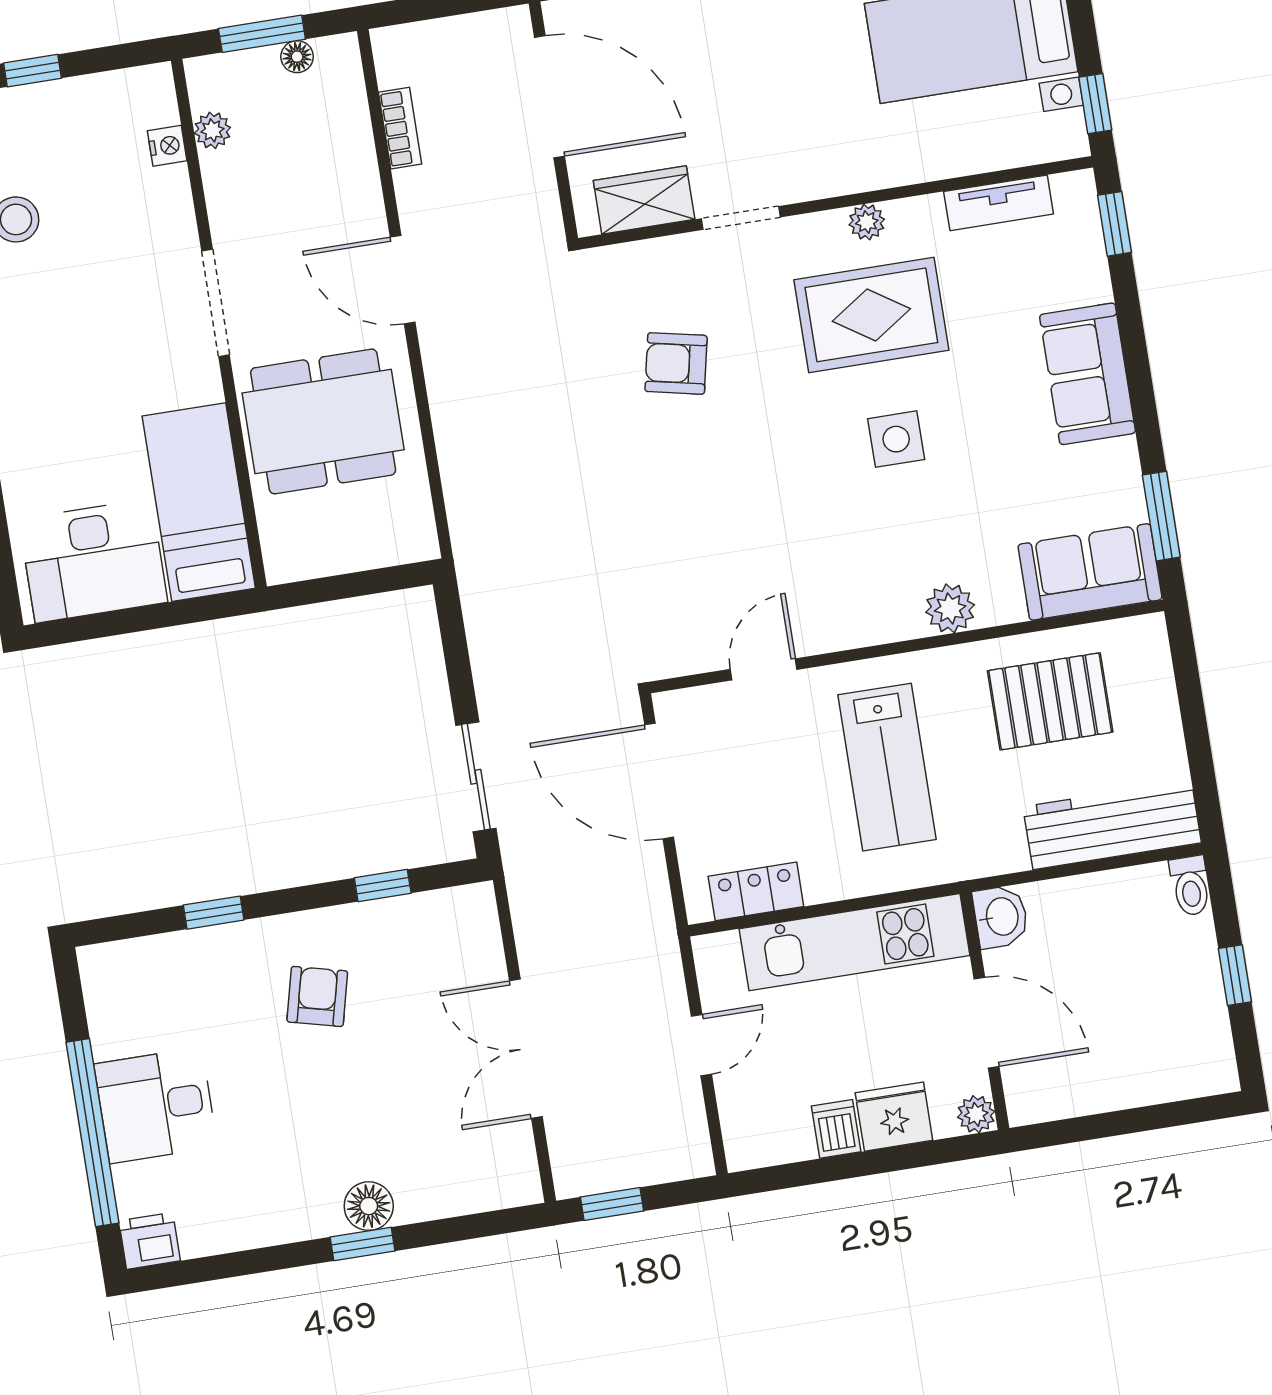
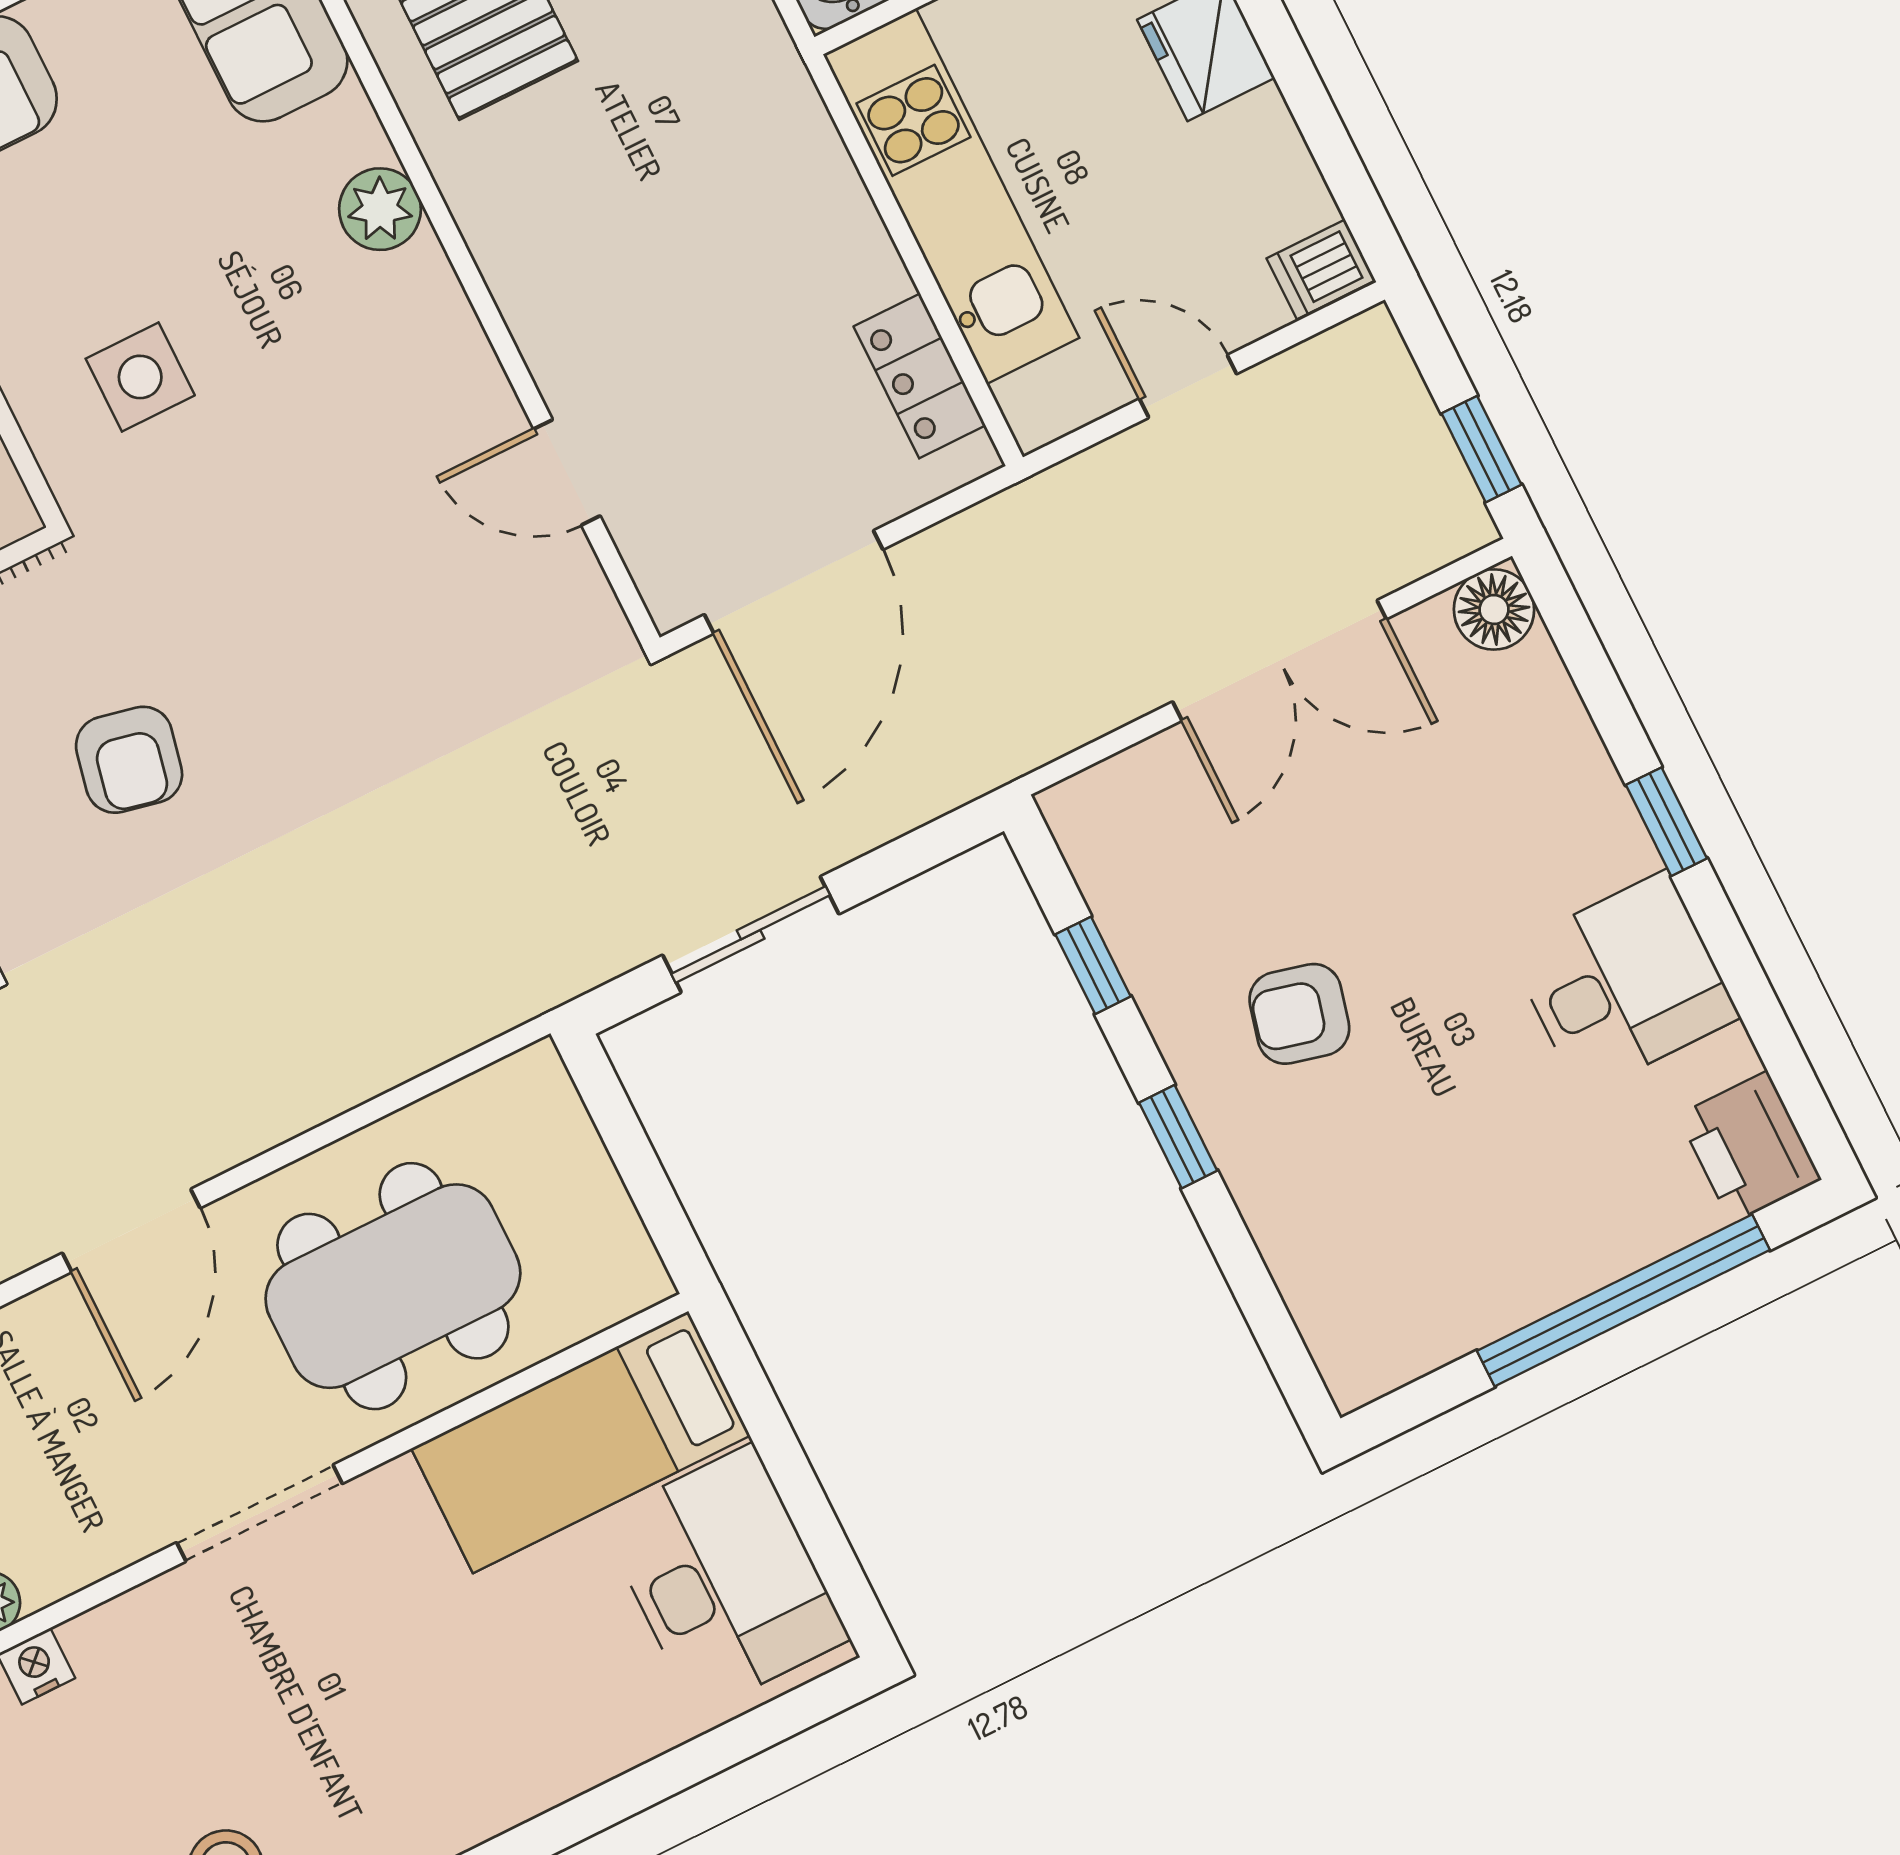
dining table: (323, 421) -> (393, 1286), turned 90
lab bench: (887, 767) -> (660, 231), removed
sliding door: (476, 777) -> (751, 935), moved
window: (214, 913) -> (1178, 1137), moved
desk: (156, 1105) -> (1624, 983), moved, turned -90
dishwasher: (836, 1129) -> (1321, 269), moved
floor lamp: (369, 1206) -> (1494, 609), moved
printer: (150, 1241) -> (1749, 1147), width x1.36, depth x1.24

